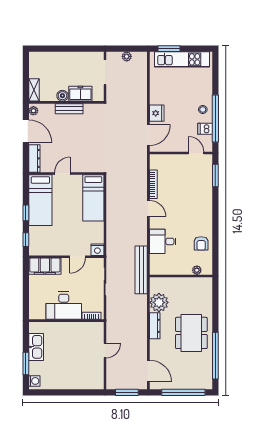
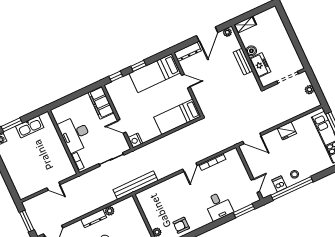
fridge: (157, 113) -> (287, 131), moved
desk: (163, 241) -> (219, 206), moved, turned 180
plant: (159, 302) -> (110, 211), width x0.53, depth x0.53

